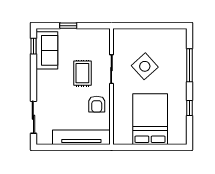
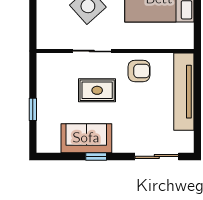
window: (33, 46) -> (96, 156), moved
sofa: (47, 50) -> (86, 138), moved

